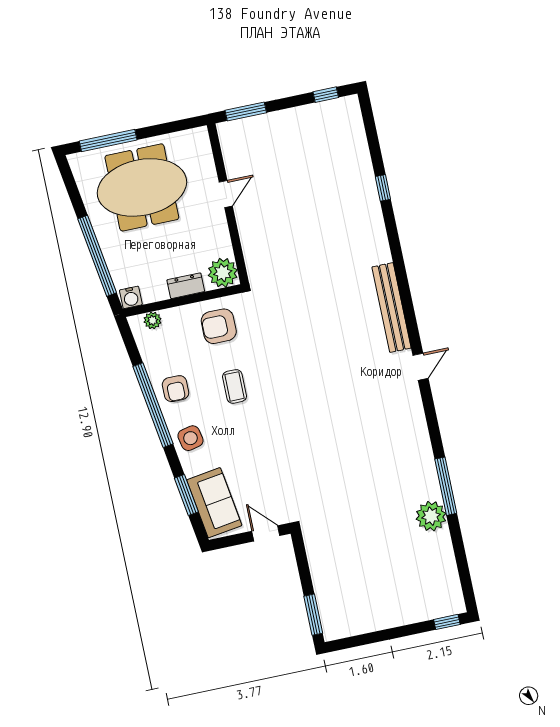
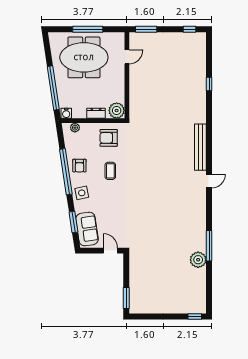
window: (108, 141) -> (88, 29), moved
door: (226, 194) -> (127, 57), moved

